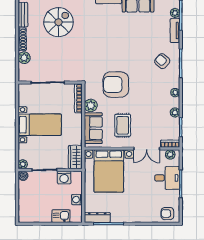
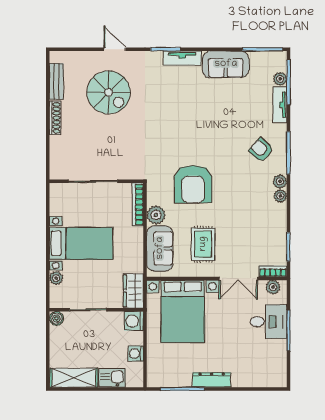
spiral stairs: (58, 22) -> (109, 92), turned 90
plant: (24, 58) -> (58, 145), removed
armchair: (116, 85) -> (193, 184), turned -90
plant: (175, 112) -> (280, 181), moved
plant: (23, 164) -> (56, 278), moved
washing machine: (64, 178) -> (134, 321), moved, turned 90
armchair: (167, 214) -> (269, 374), removed
shelving: (35, 216) -> (74, 378), added
dresser: (97, 217) -> (212, 380), moved

